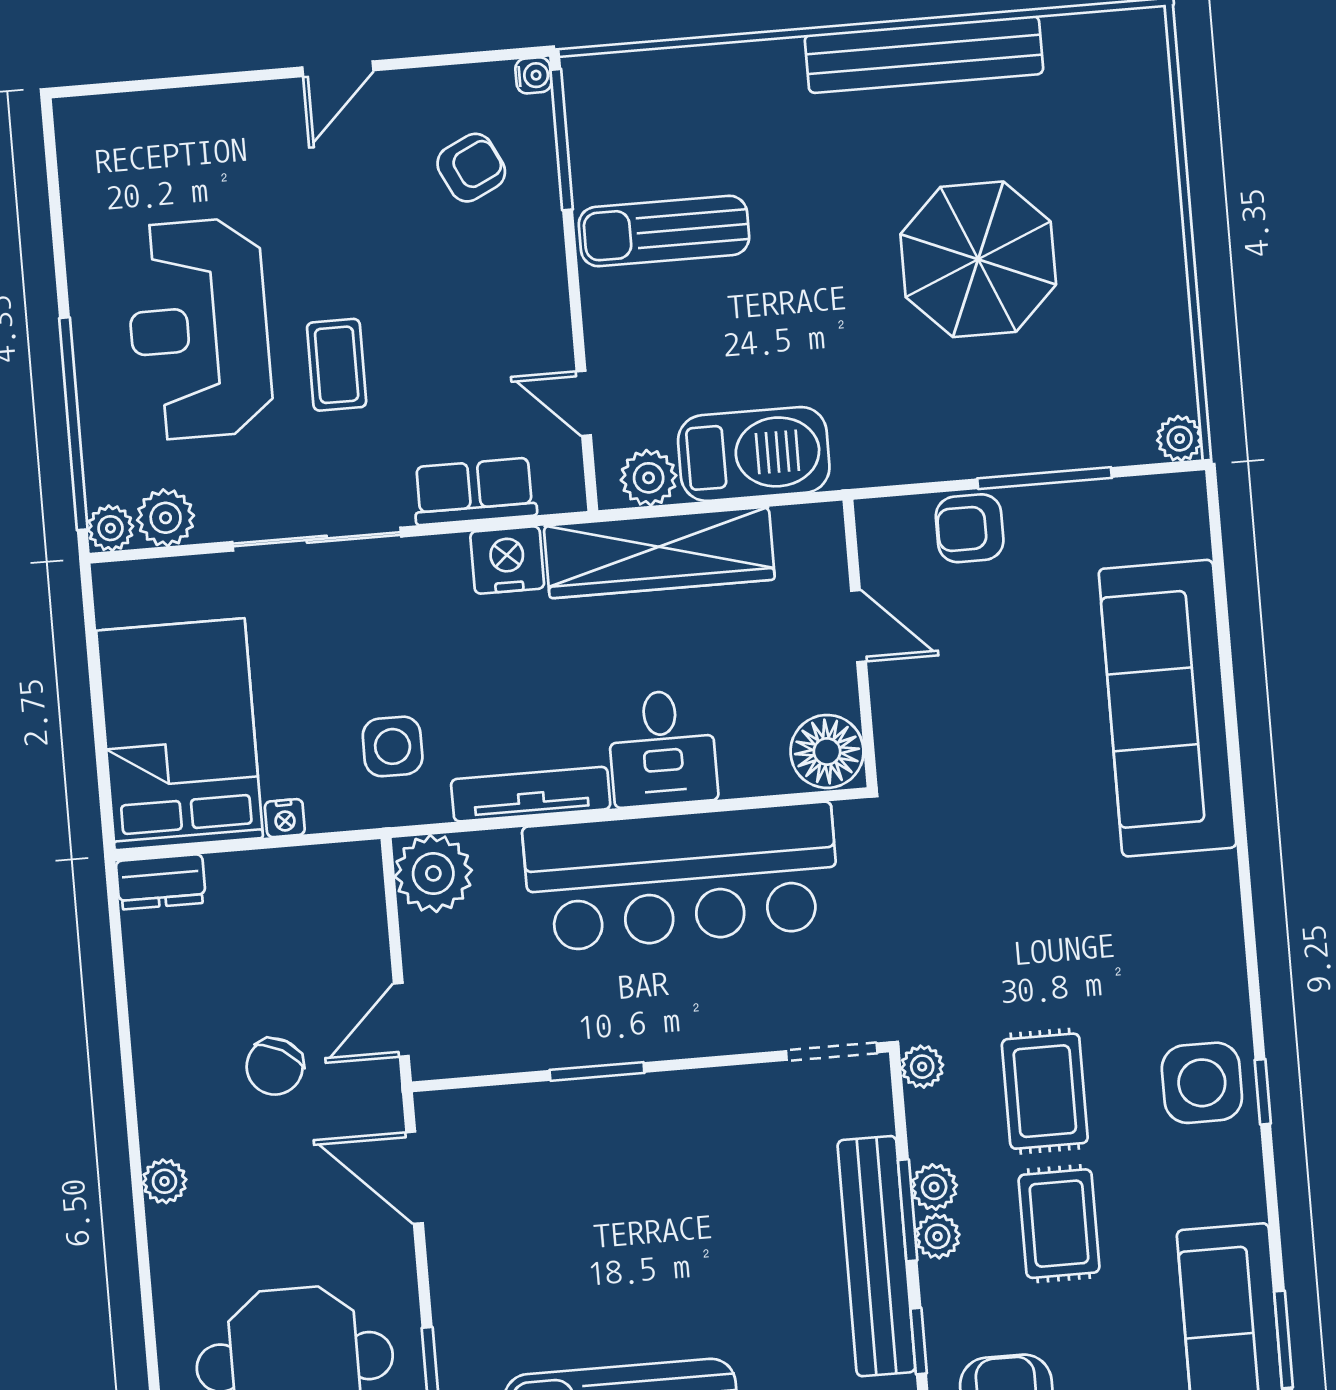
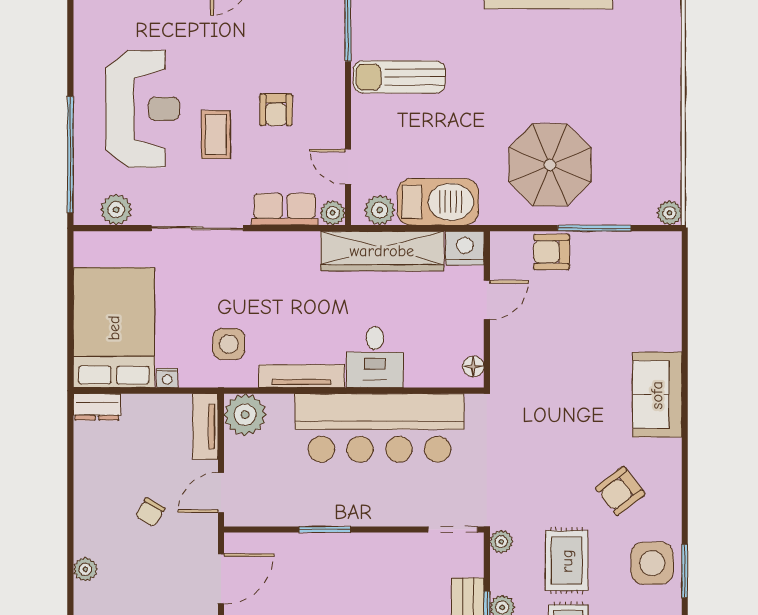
armchair: (471, 168) -> (276, 110), moved, turned 116
parasol: (978, 259) -> (550, 165), moved
reception desk: (199, 329) -> (143, 109), turned 180
plant: (110, 528) -> (333, 213), moved
nightstand: (507, 560) -> (465, 248), moved
door: (859, 626) -> (487, 300), hinge flipped
sofa: (1168, 708) -> (657, 395), width x0.54, depth x0.79
floor lamp: (827, 751) -> (473, 366), width x0.53, depth x0.53
tv unit: (363, 901) -> (206, 426), added
armchair: (1132, 955) -> (620, 491), added
chair: (275, 1067) -> (150, 512), width x0.73, depth x0.73
window: (1263, 1092) -> (685, 571), width x1.50
door: (415, 1178) -> (221, 579), swing flipped

